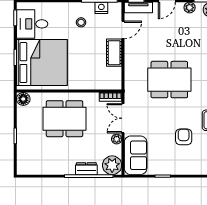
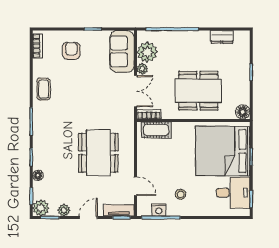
door: (123, 30) -> (136, 186), swing flipped
cot: (114, 53) -> (156, 130), moved, turned 90
dining table: (169, 80) -> (98, 153), moved, turned 90
armchair: (184, 137) -> (71, 51), moved, turned 180
plant: (112, 165) -> (147, 52), moved
dresser: (86, 169) -> (222, 37), moved

